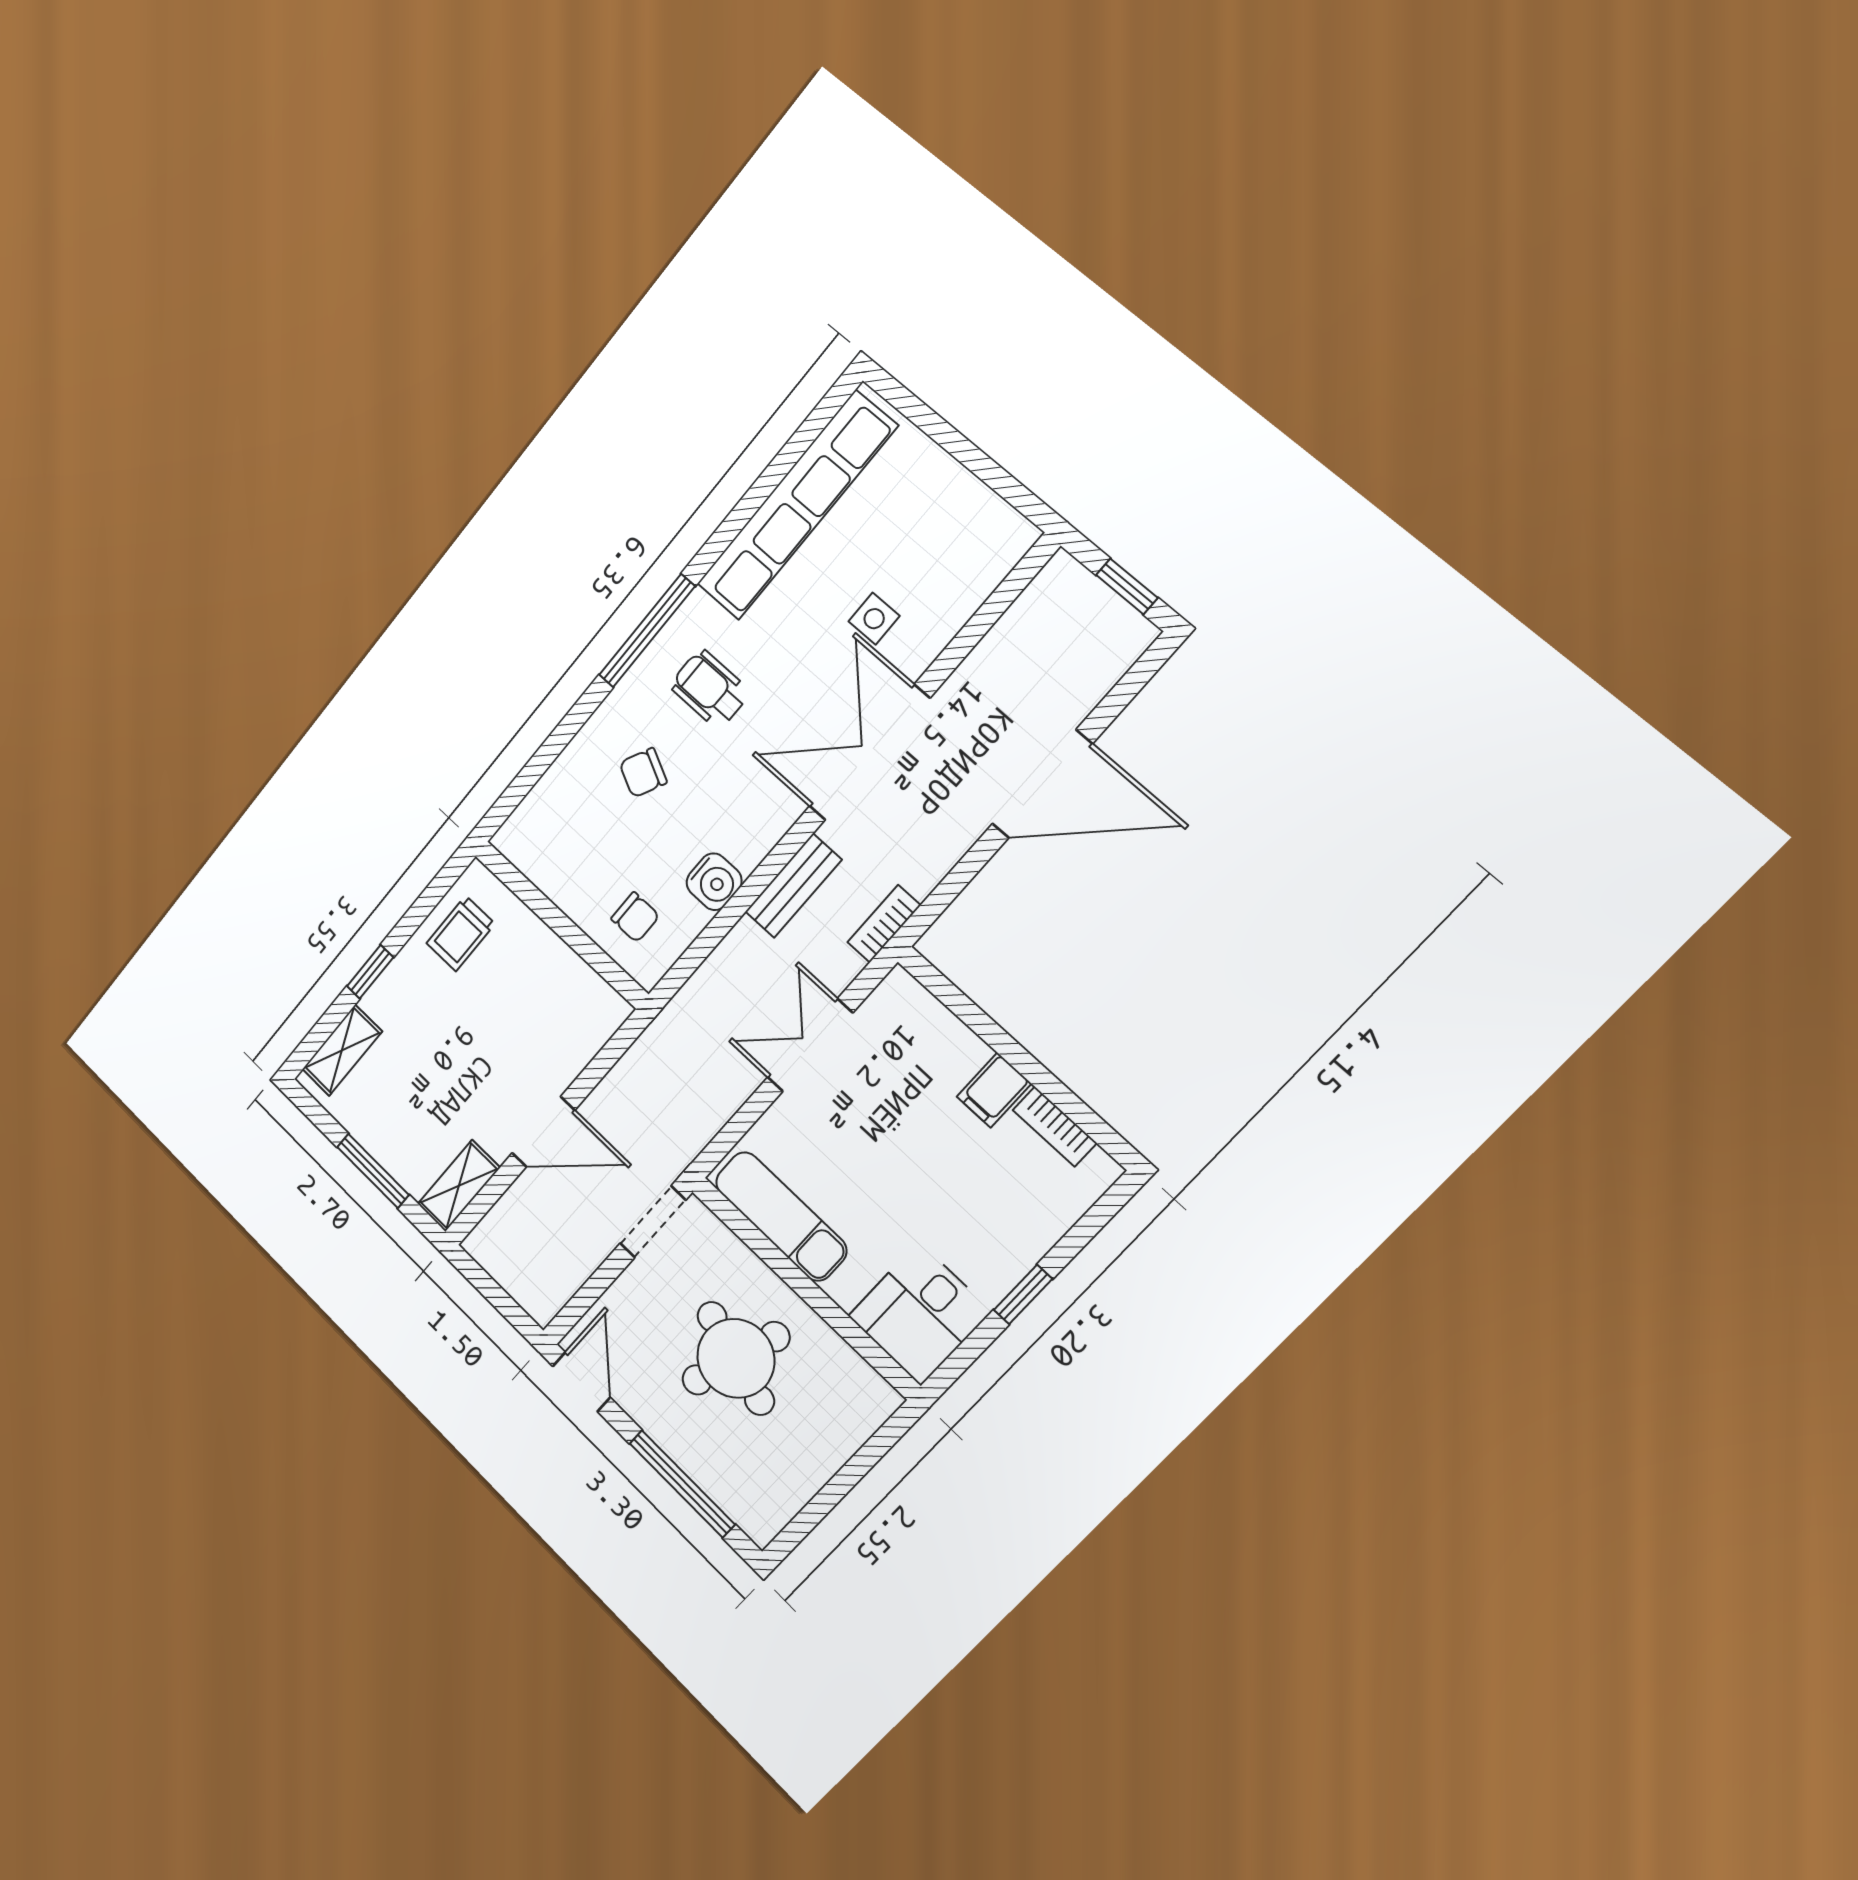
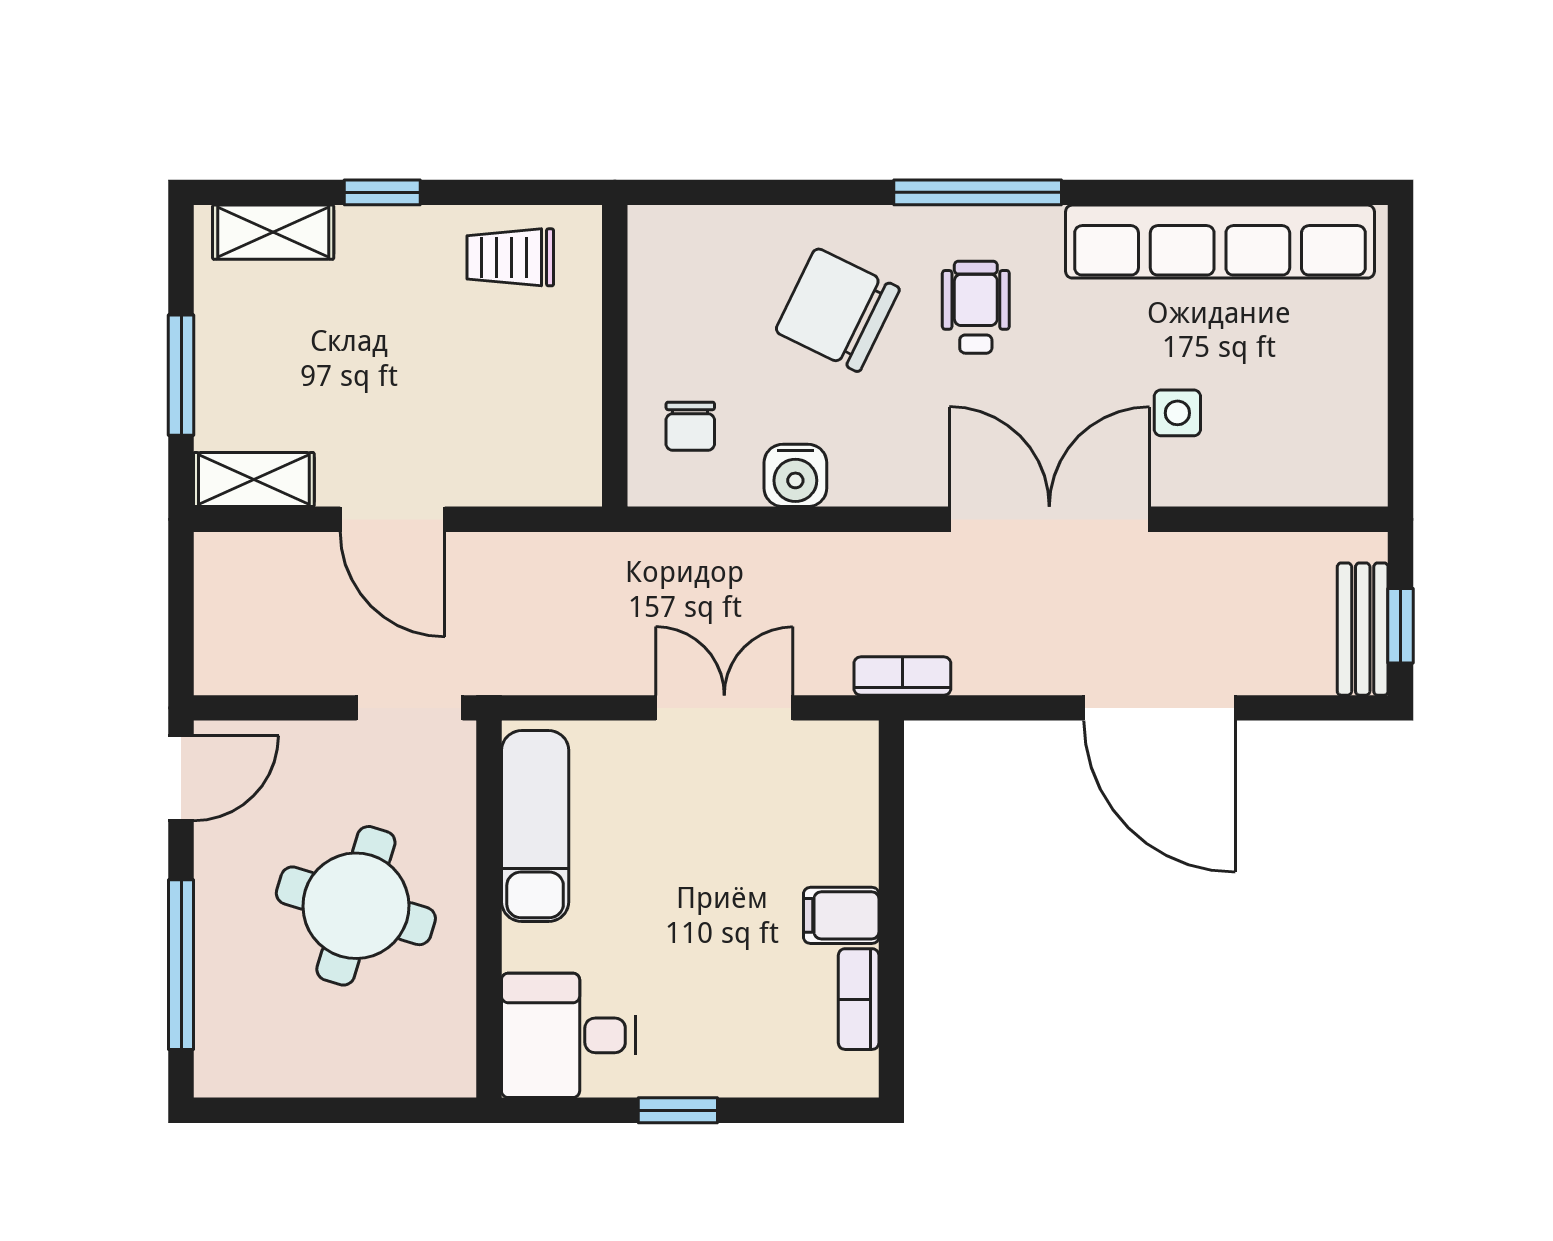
chair: (643, 773) -> (837, 310), width x1.87, depth x1.87
bench: (793, 886) -> (1363, 629), moved, turned 90

